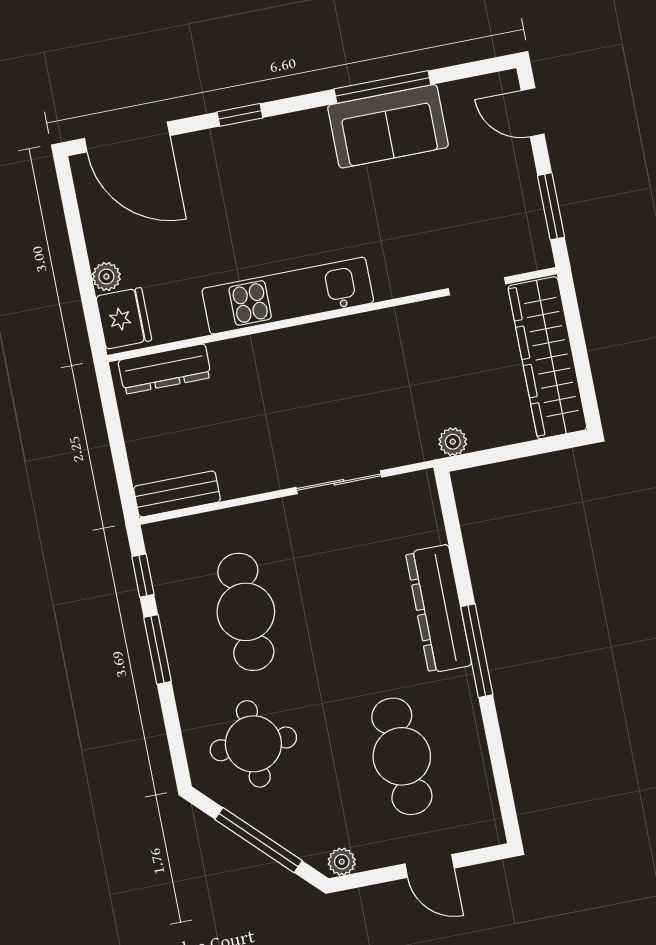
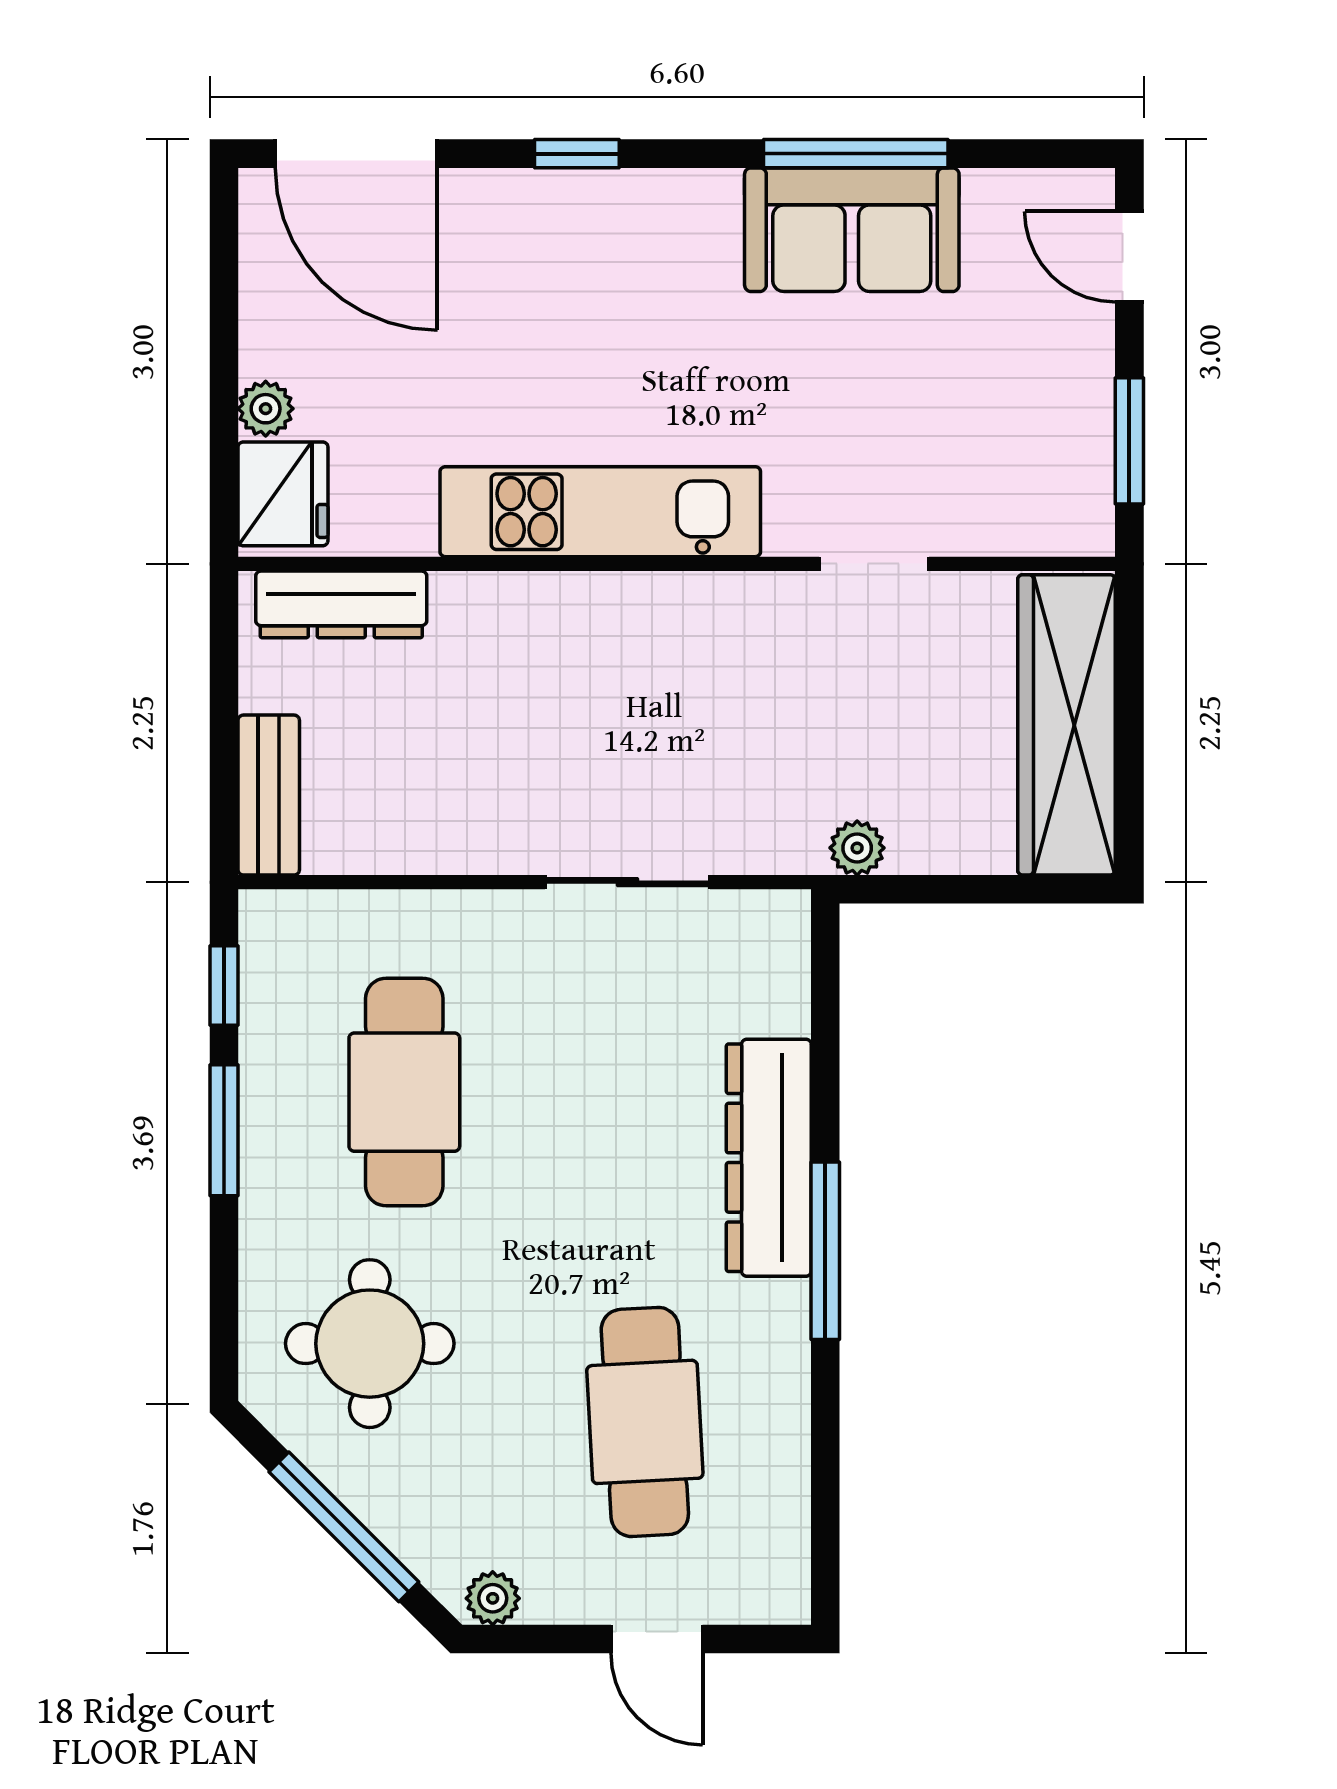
doorway: (477, 286) -> (874, 564), moved
bench: (177, 494) -> (269, 795), moved, turned 90

